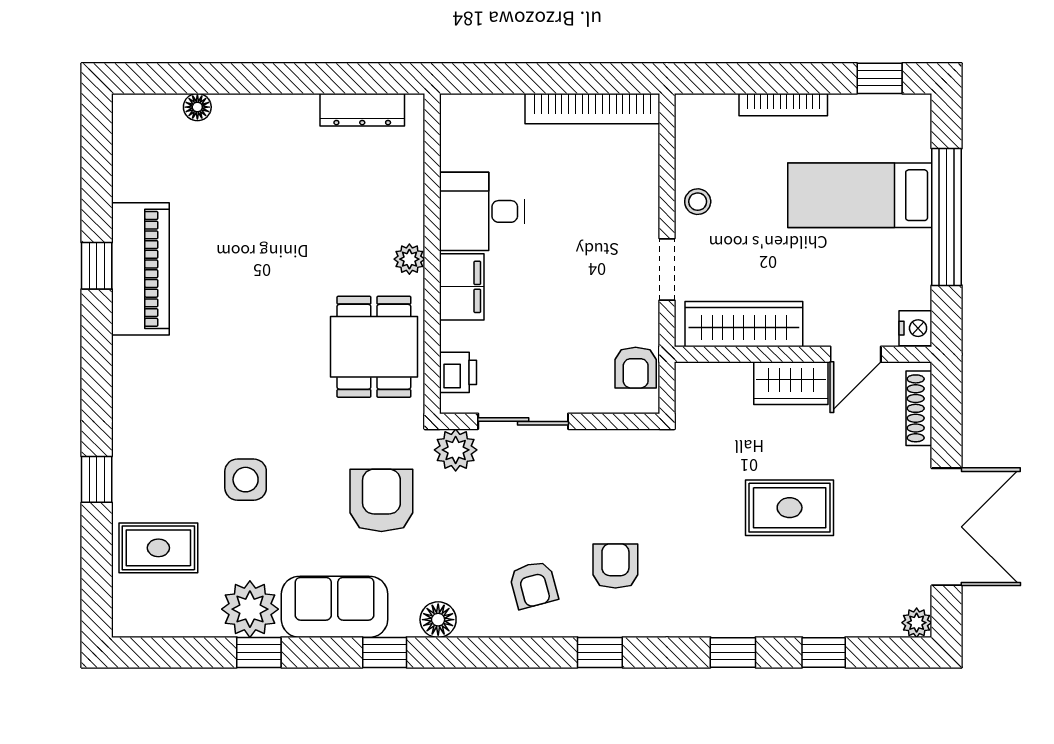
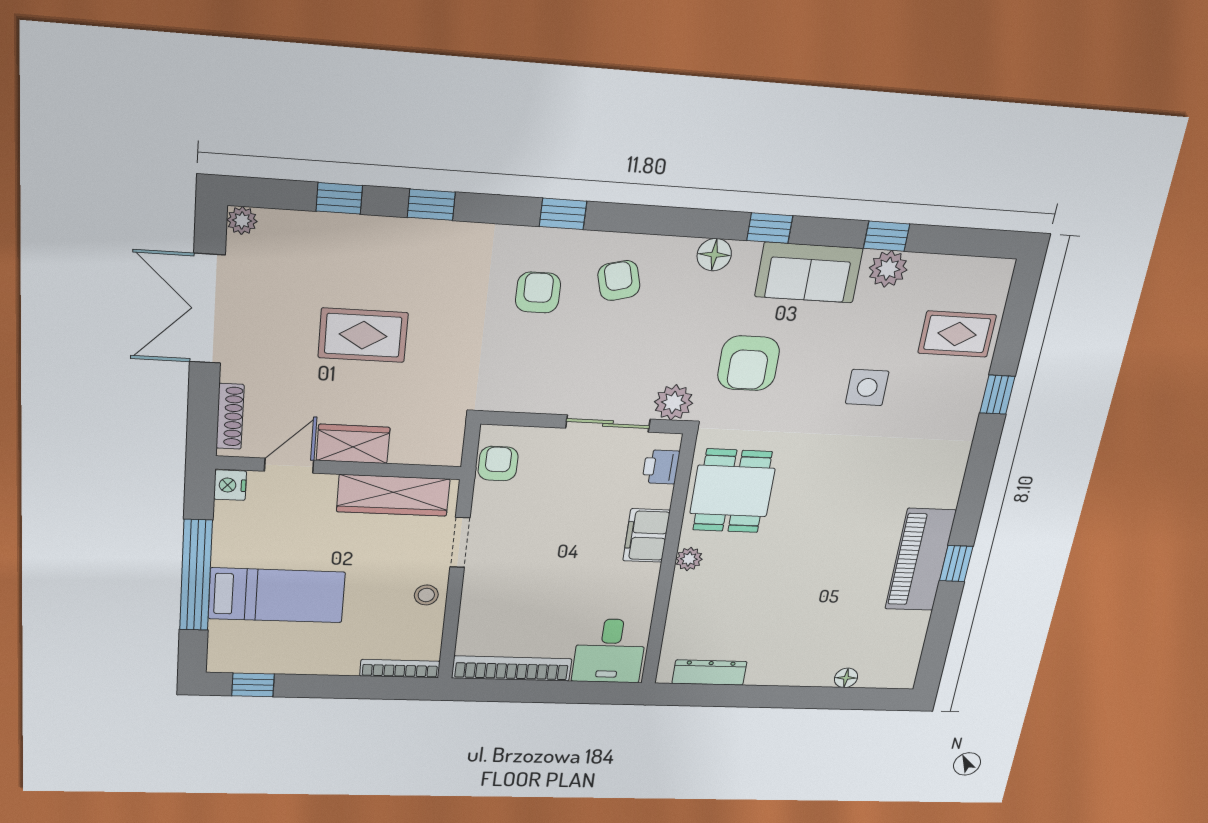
bookcase: (783, 105) -> (400, 669), moved
desk: (482, 211) -> (610, 651), moved, turned 90
armchair: (615, 566) -> (538, 293), turned 180
plant: (250, 609) -> (888, 269), width x0.73, depth x0.73

